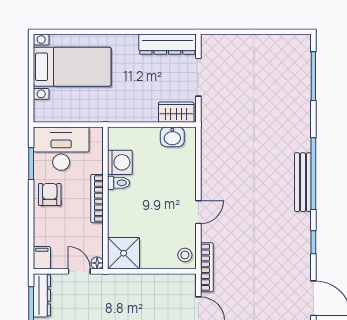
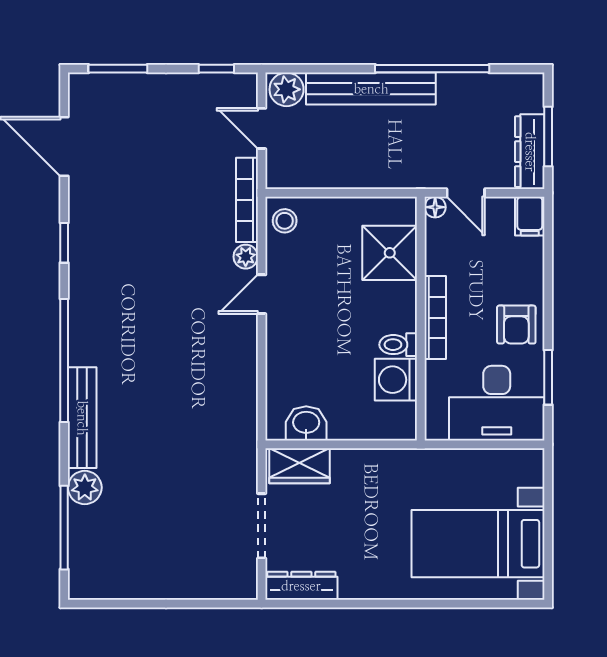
dresser: (167, 44) -> (301, 586), width x0.73, depth x0.80
plant: (301, 99) -> (85, 487), added
bench: (303, 182) -> (82, 418), moved
plant: (208, 234) -> (246, 257), added
shower: (124, 253) -> (390, 253), moved

